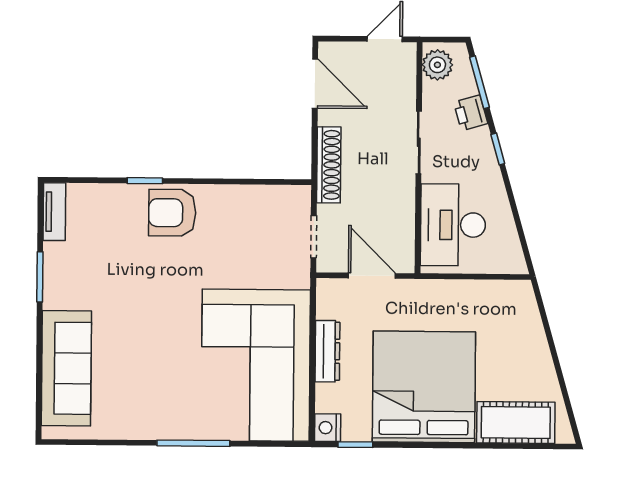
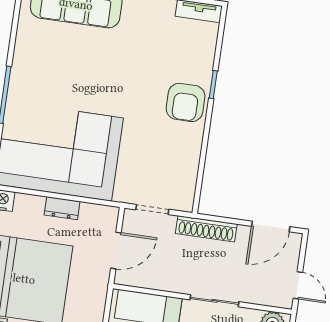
armchair: (172, 213) -> (186, 102), turned 180
dresser: (327, 351) -> (62, 208), width x0.70

